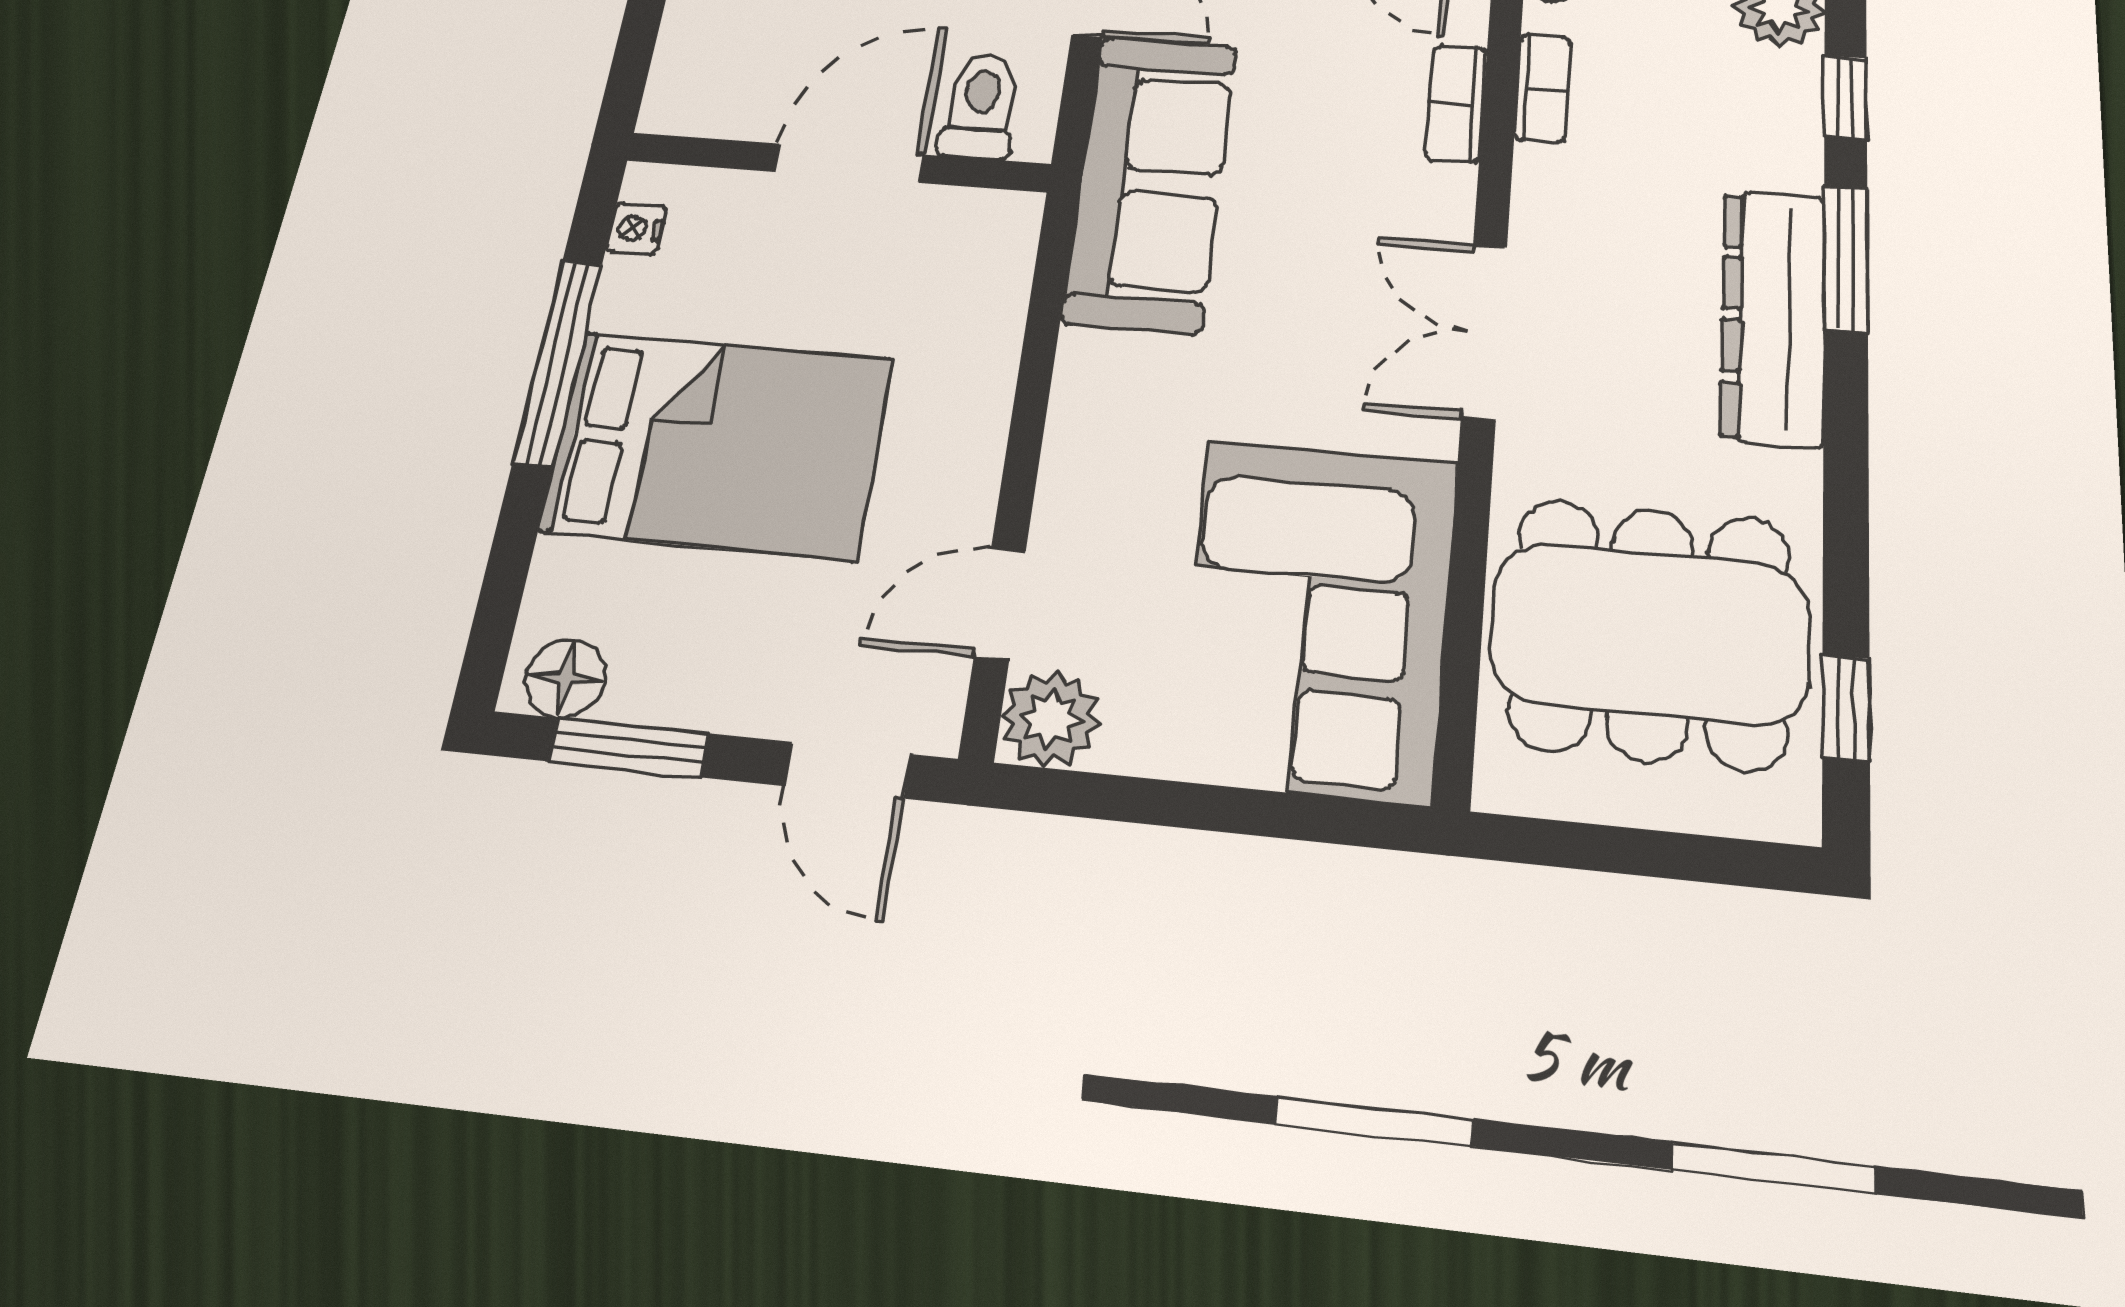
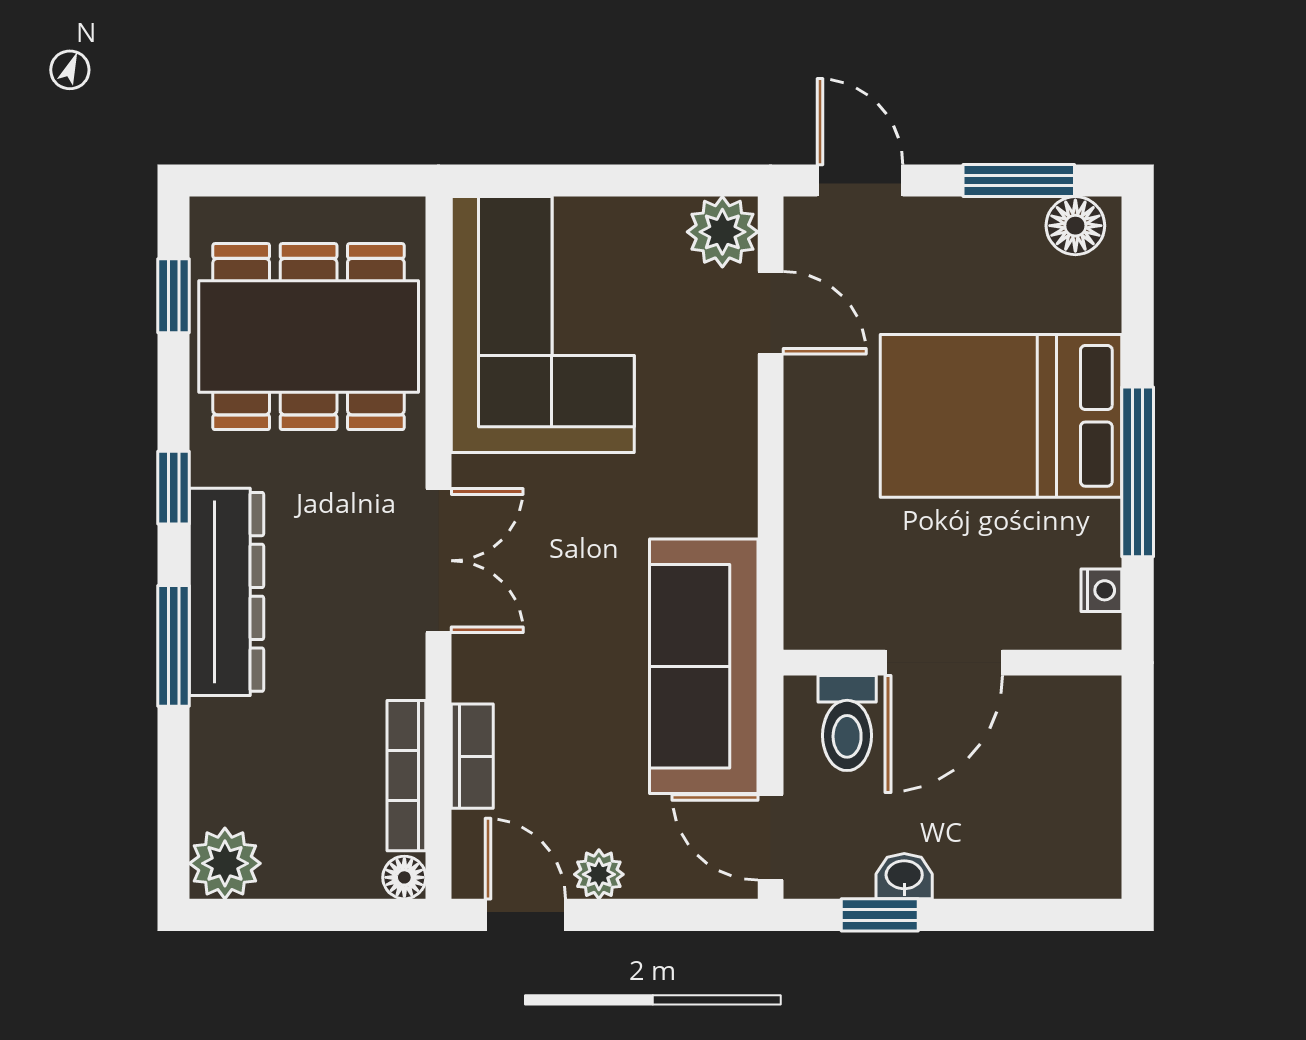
bookcase: (1542, 88) -> (406, 776), width x1.56
window: (1846, 97) -> (174, 488), moved
door: (1000, 604) -> (771, 313), hinge flipped

